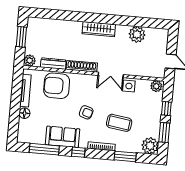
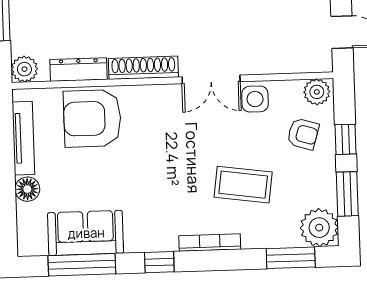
armchair: (86, 112) -> (303, 134), moved
sofa: (63, 137) -> (86, 233), moved
window: (125, 156) -> (291, 258), moved

